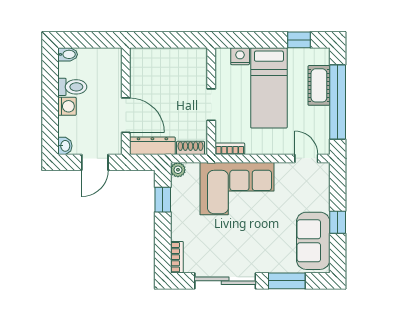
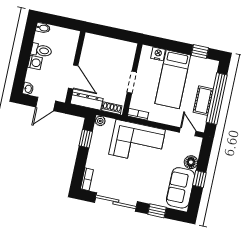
cot: (319, 85) -> (203, 101), moved
floor lamp: (320, 201) -> (191, 162), added
window: (287, 281) -> (157, 211), width x0.67

